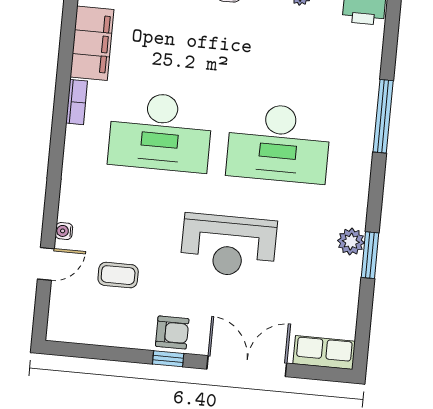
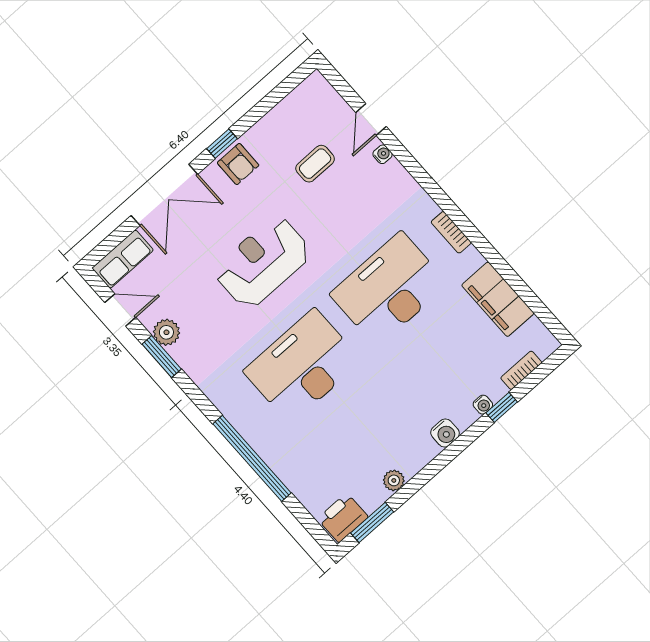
bookcase: (77, 102) -> (451, 232), moved
window: (383, 116) -> (252, 458), width x1.46
plant: (351, 242) -> (166, 332), moved
door: (364, 319) -> (120, 310), added
armchair: (172, 332) -> (238, 164), turned -90

